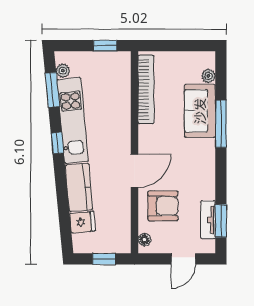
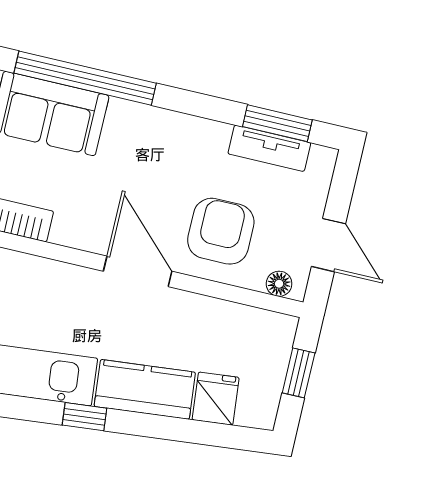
window: (221, 124) -> (85, 78), width x1.46
window: (57, 143) -> (85, 417), moved
door: (183, 259) -> (329, 245), moved

